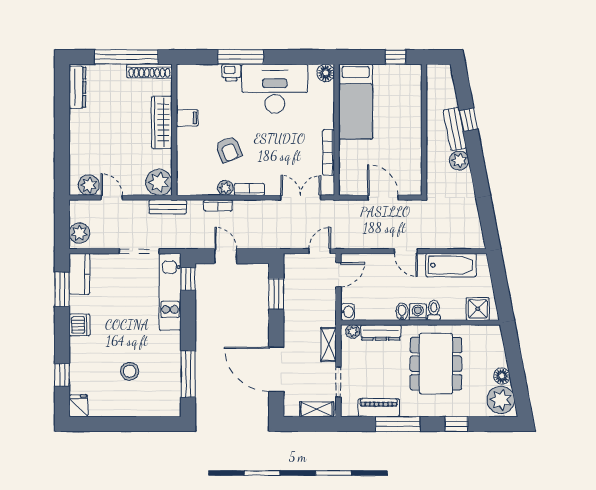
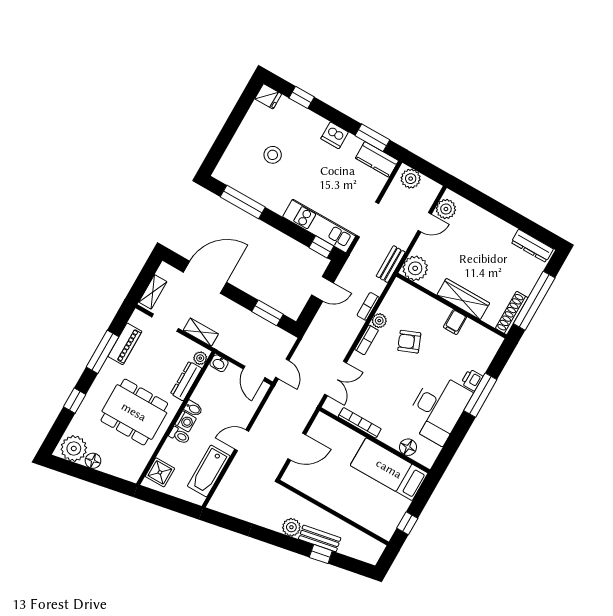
floor lamp: (326, 73) -> (408, 447), moved

